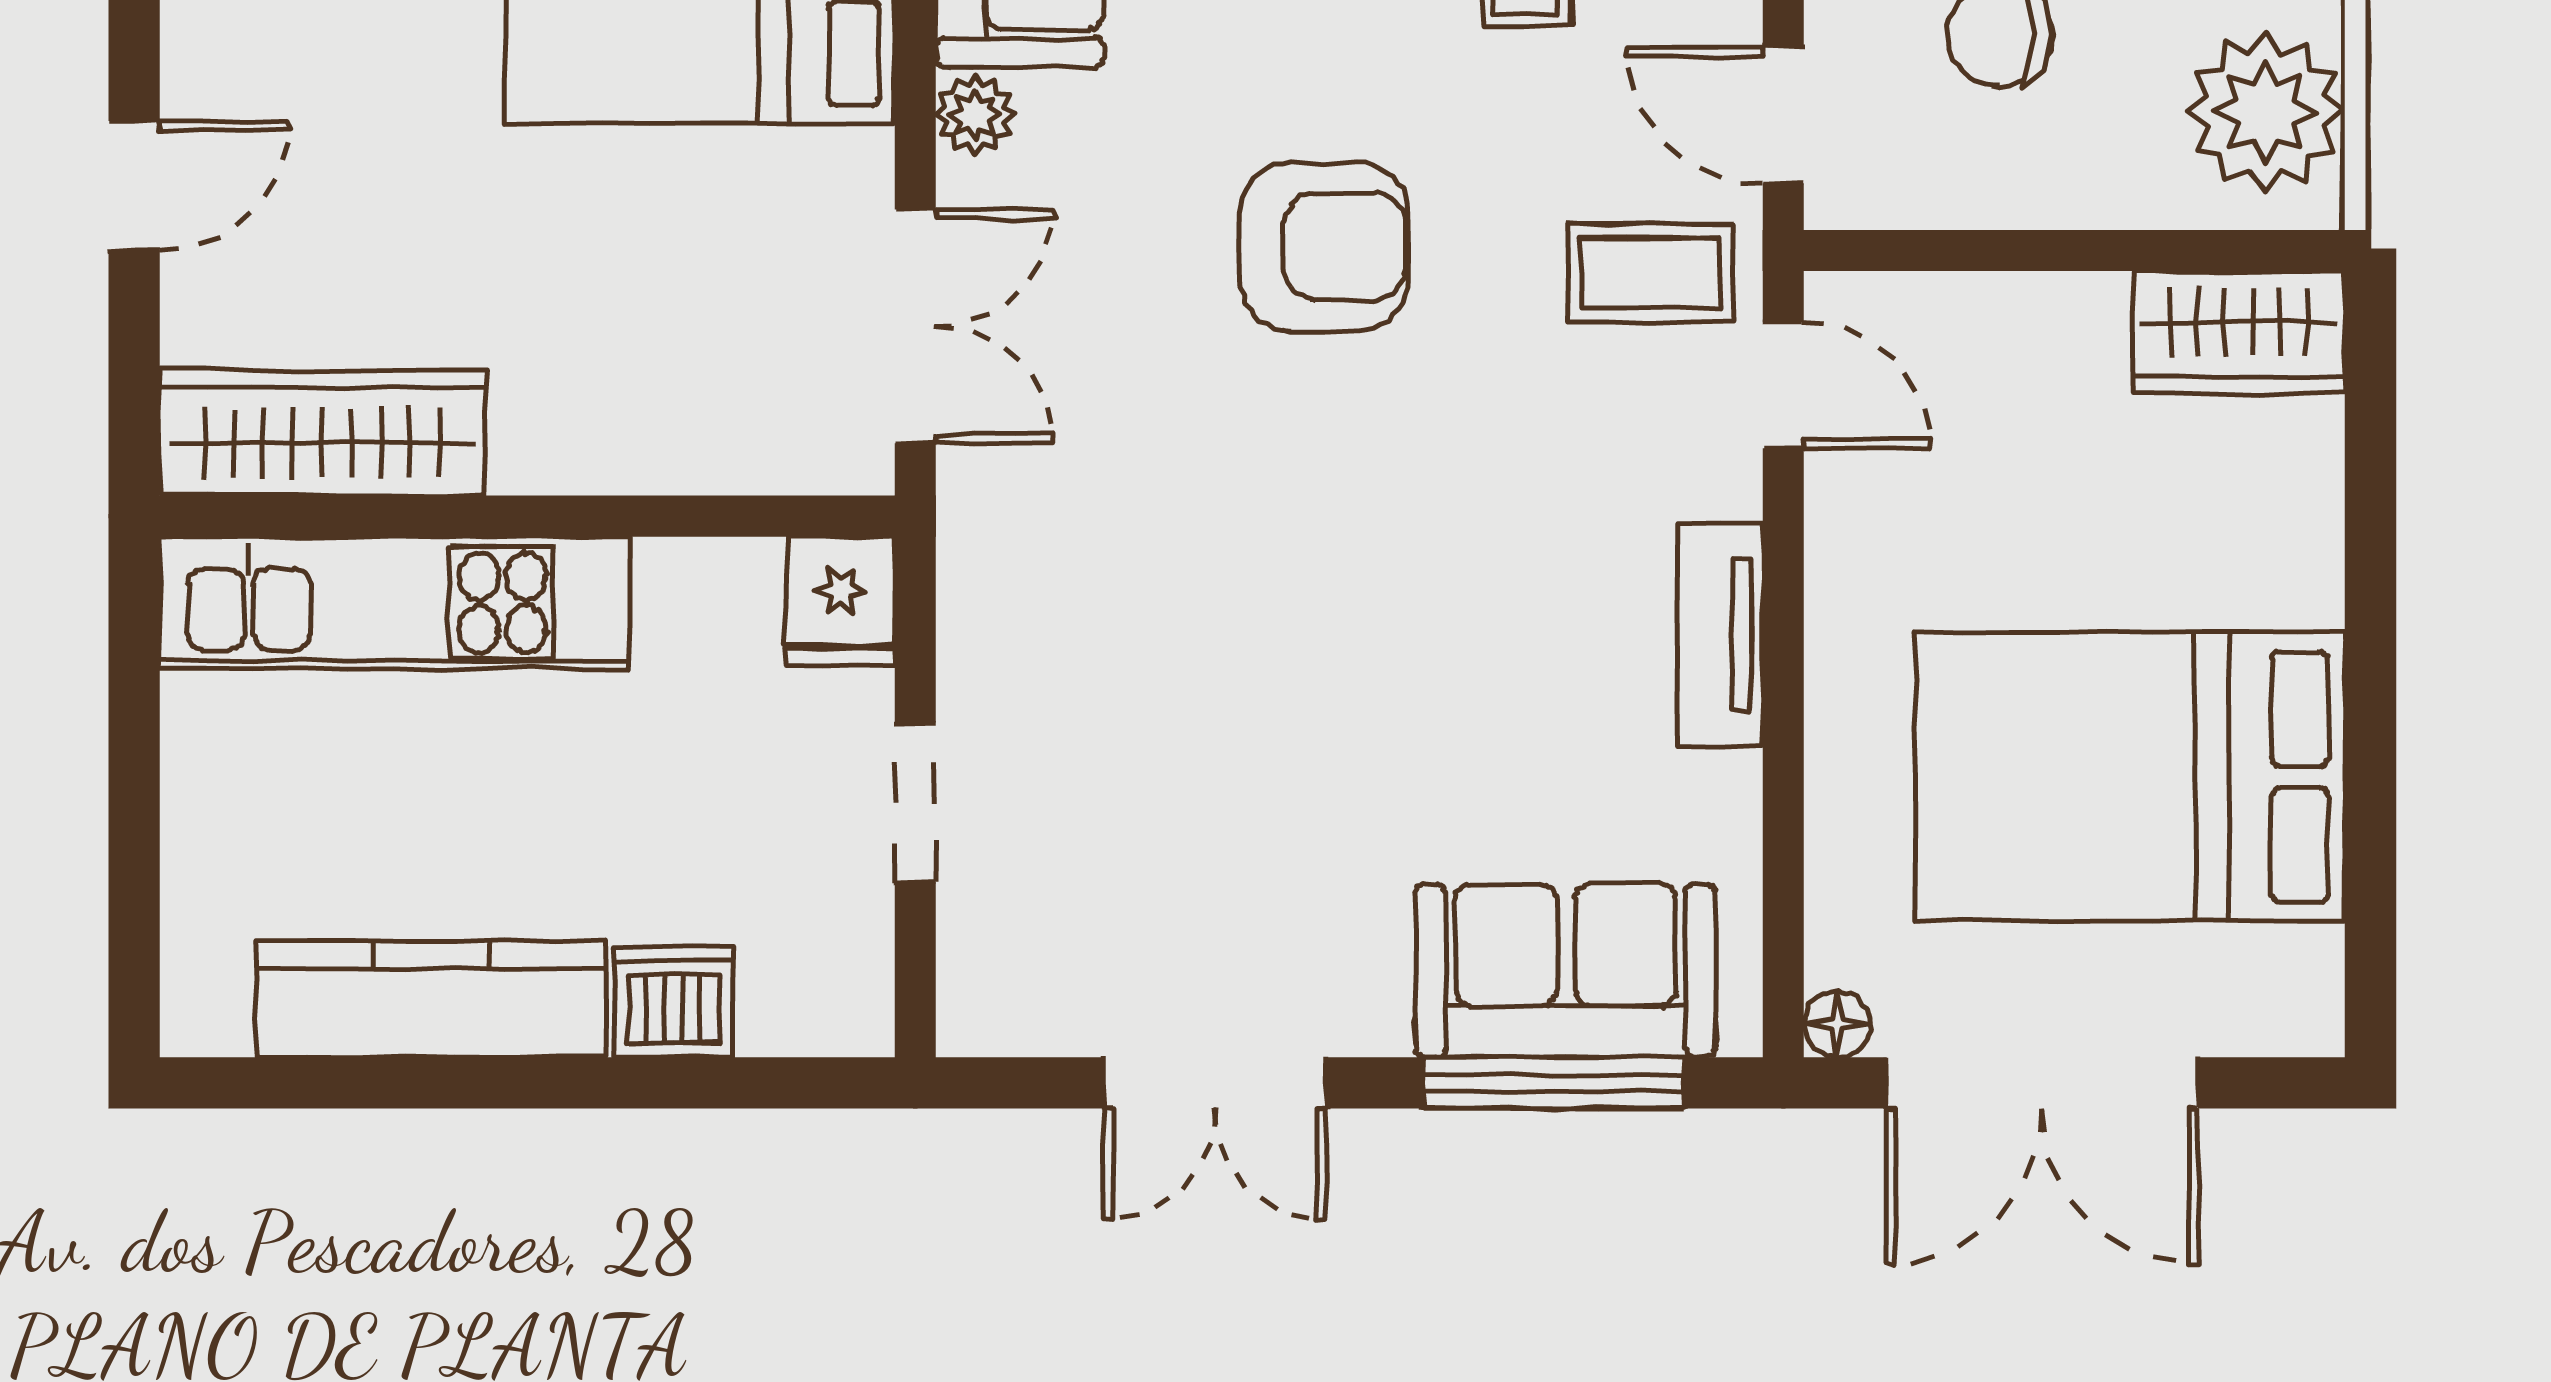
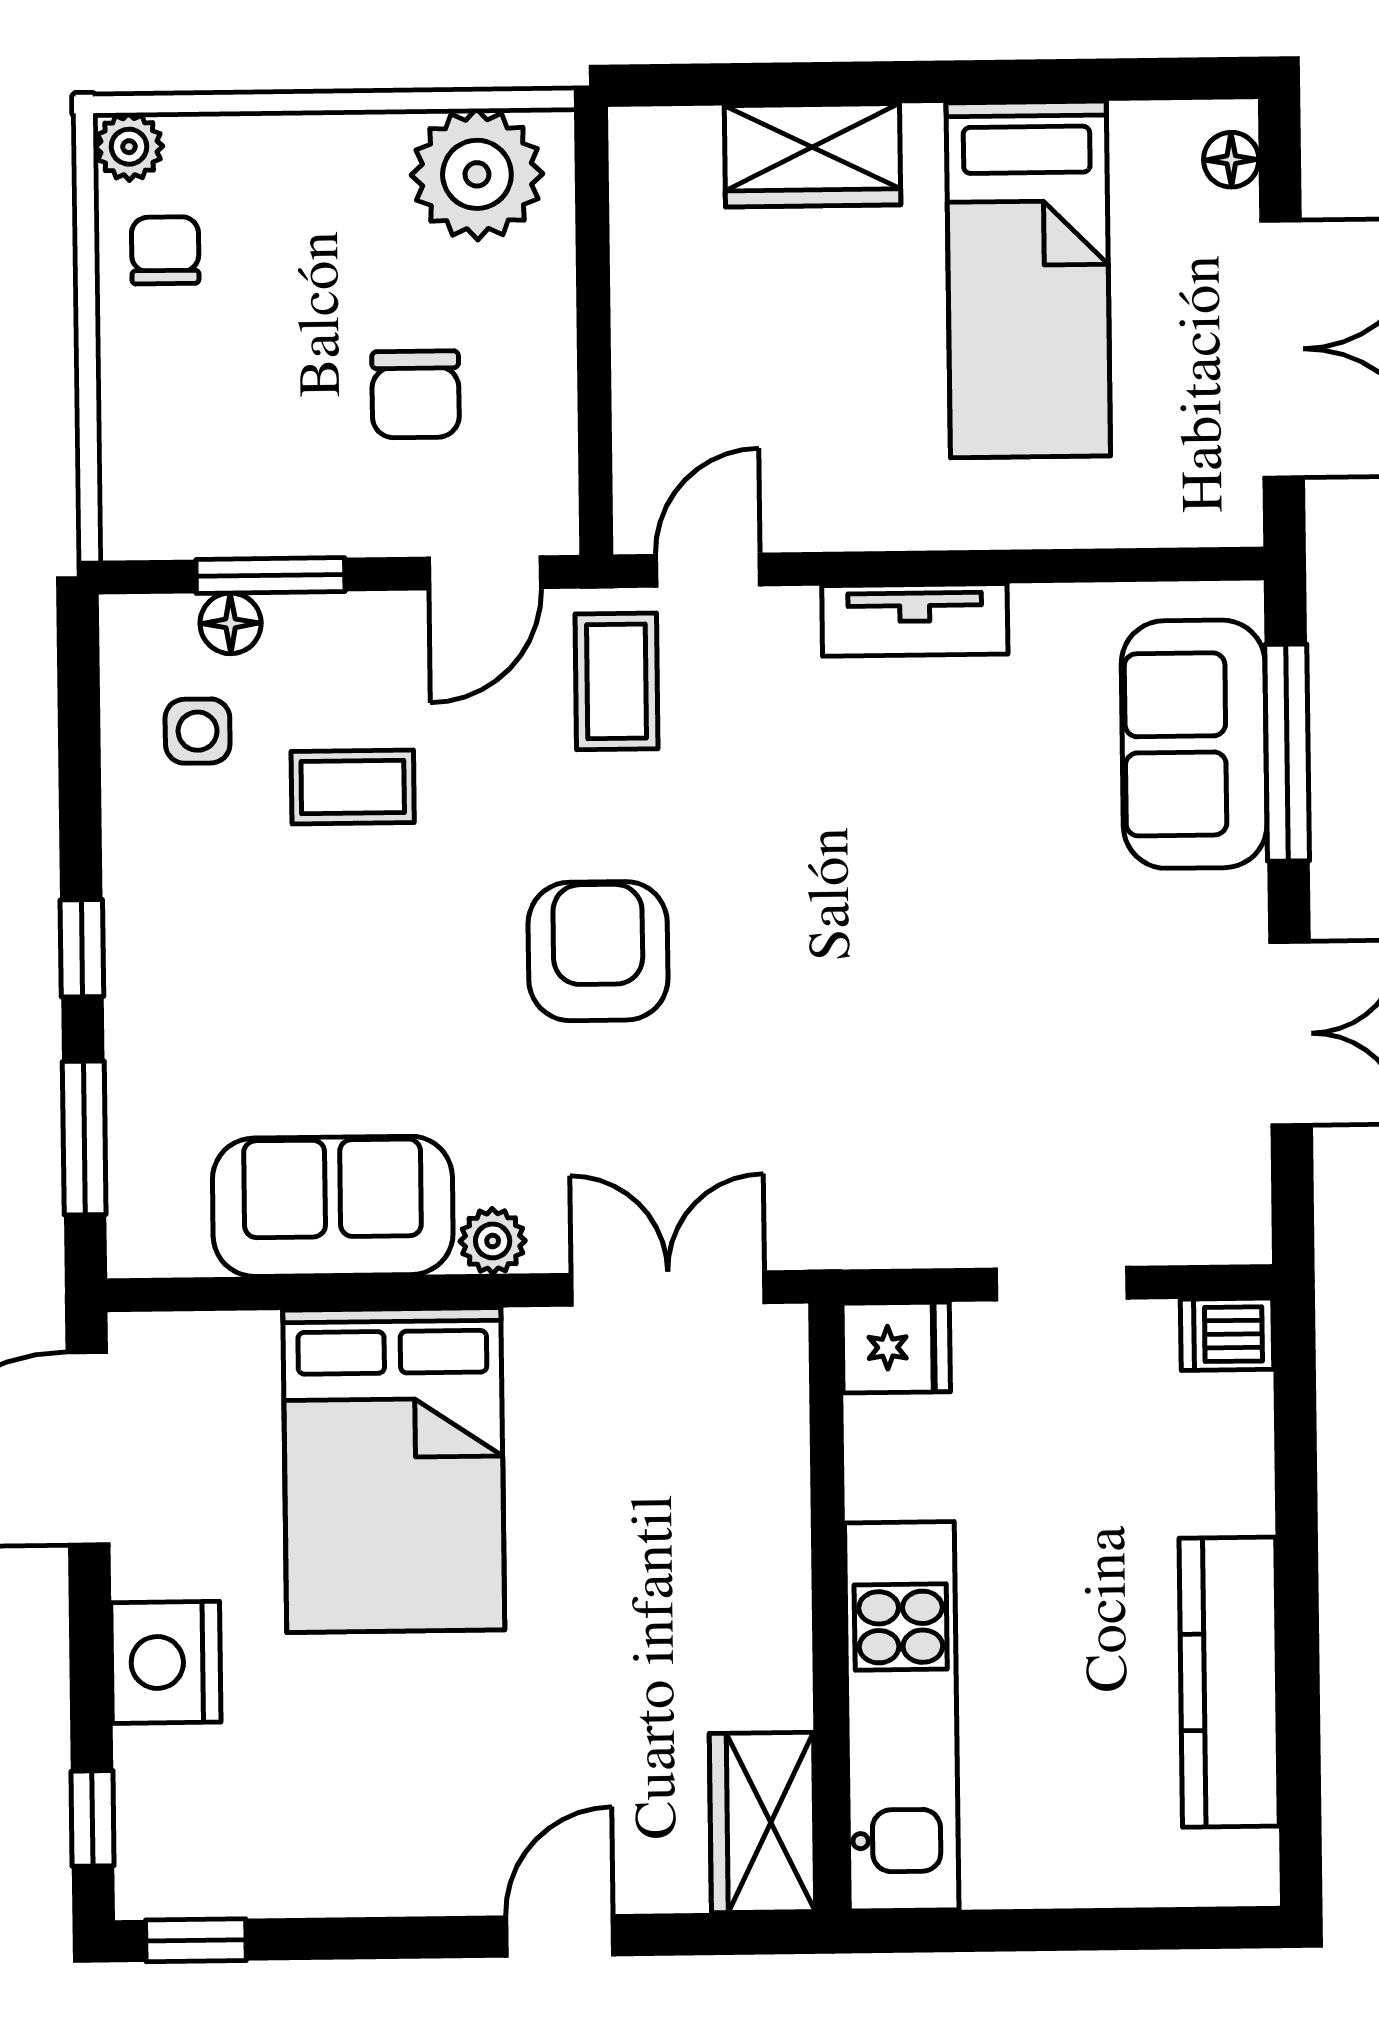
door: (134, 186) -> (560, 1936), hinge flipped
wardrobe: (2239, 332) -> (813, 155), moved, turned 90
wardrobe: (322, 433) -> (763, 1822), width x0.67
bed: (2130, 777) -> (1028, 279), width x0.67
dishwasher: (674, 1002) -> (1227, 1334), moved, width x0.73
floor lamp: (1837, 1024) -> (1231, 160), moved

